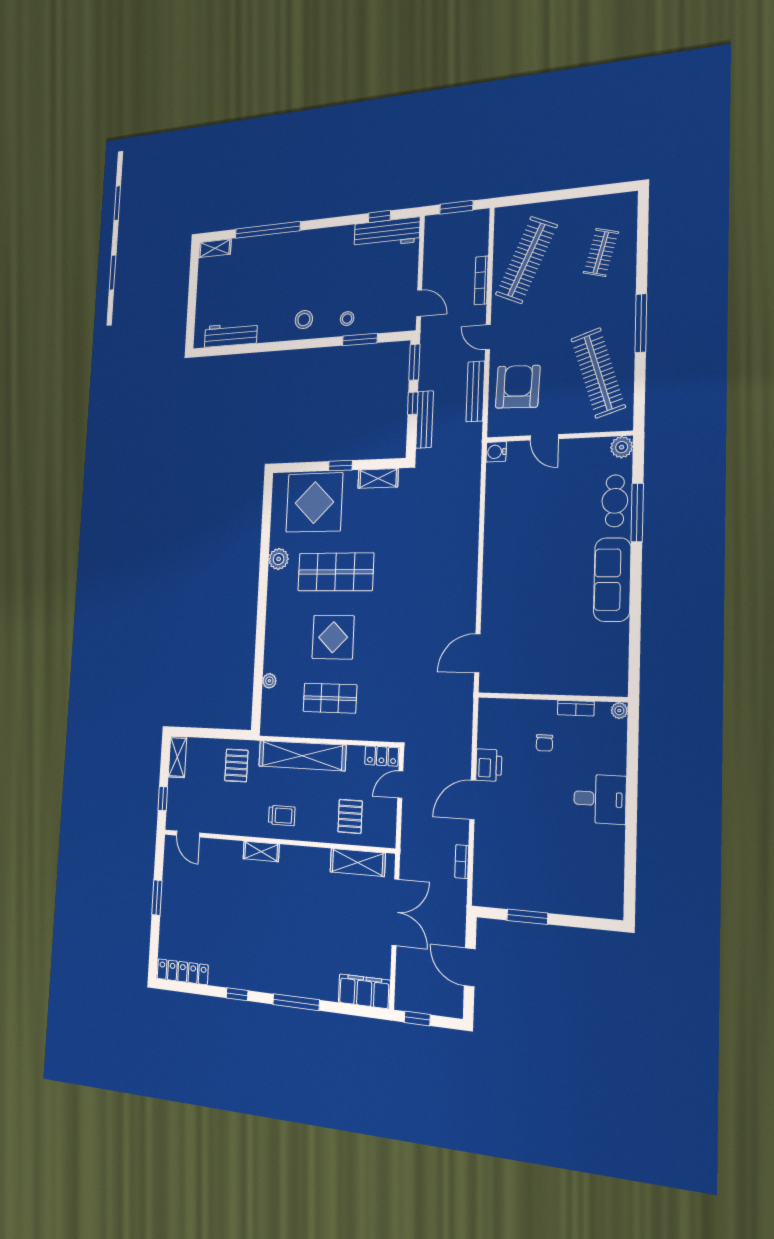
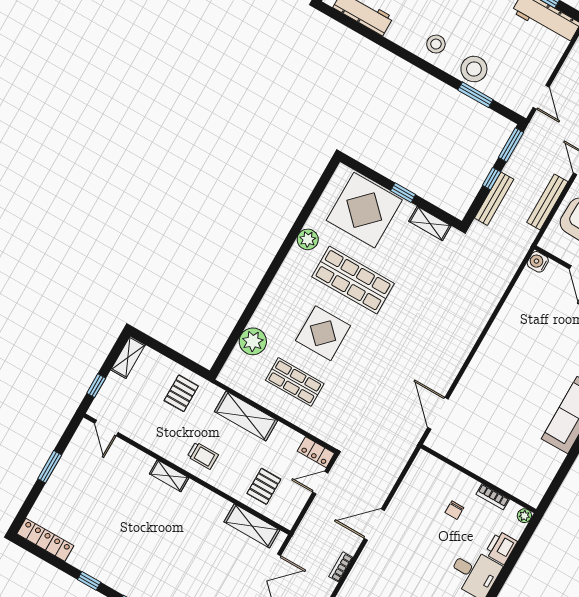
stool: (347, 319) -> (474, 69), width x1.89, depth x1.89
door: (477, 653) -> (438, 413), hinge flipped
plant: (269, 681) -> (253, 341), width x1.87, depth x1.87
shelving: (302, 756) -> (246, 416), width x0.68
printer: (489, 765) -> (501, 548), moved, turned 180

